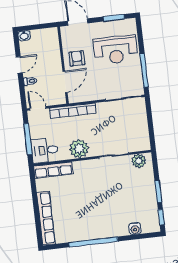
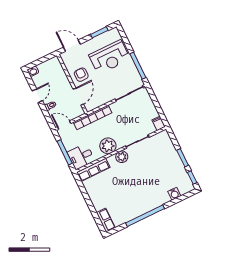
filing cabinet: (145, 143) -> (159, 123), added
plant: (139, 161) -> (122, 157), moved
row of seats: (46, 218) -> (106, 220), width x0.50

